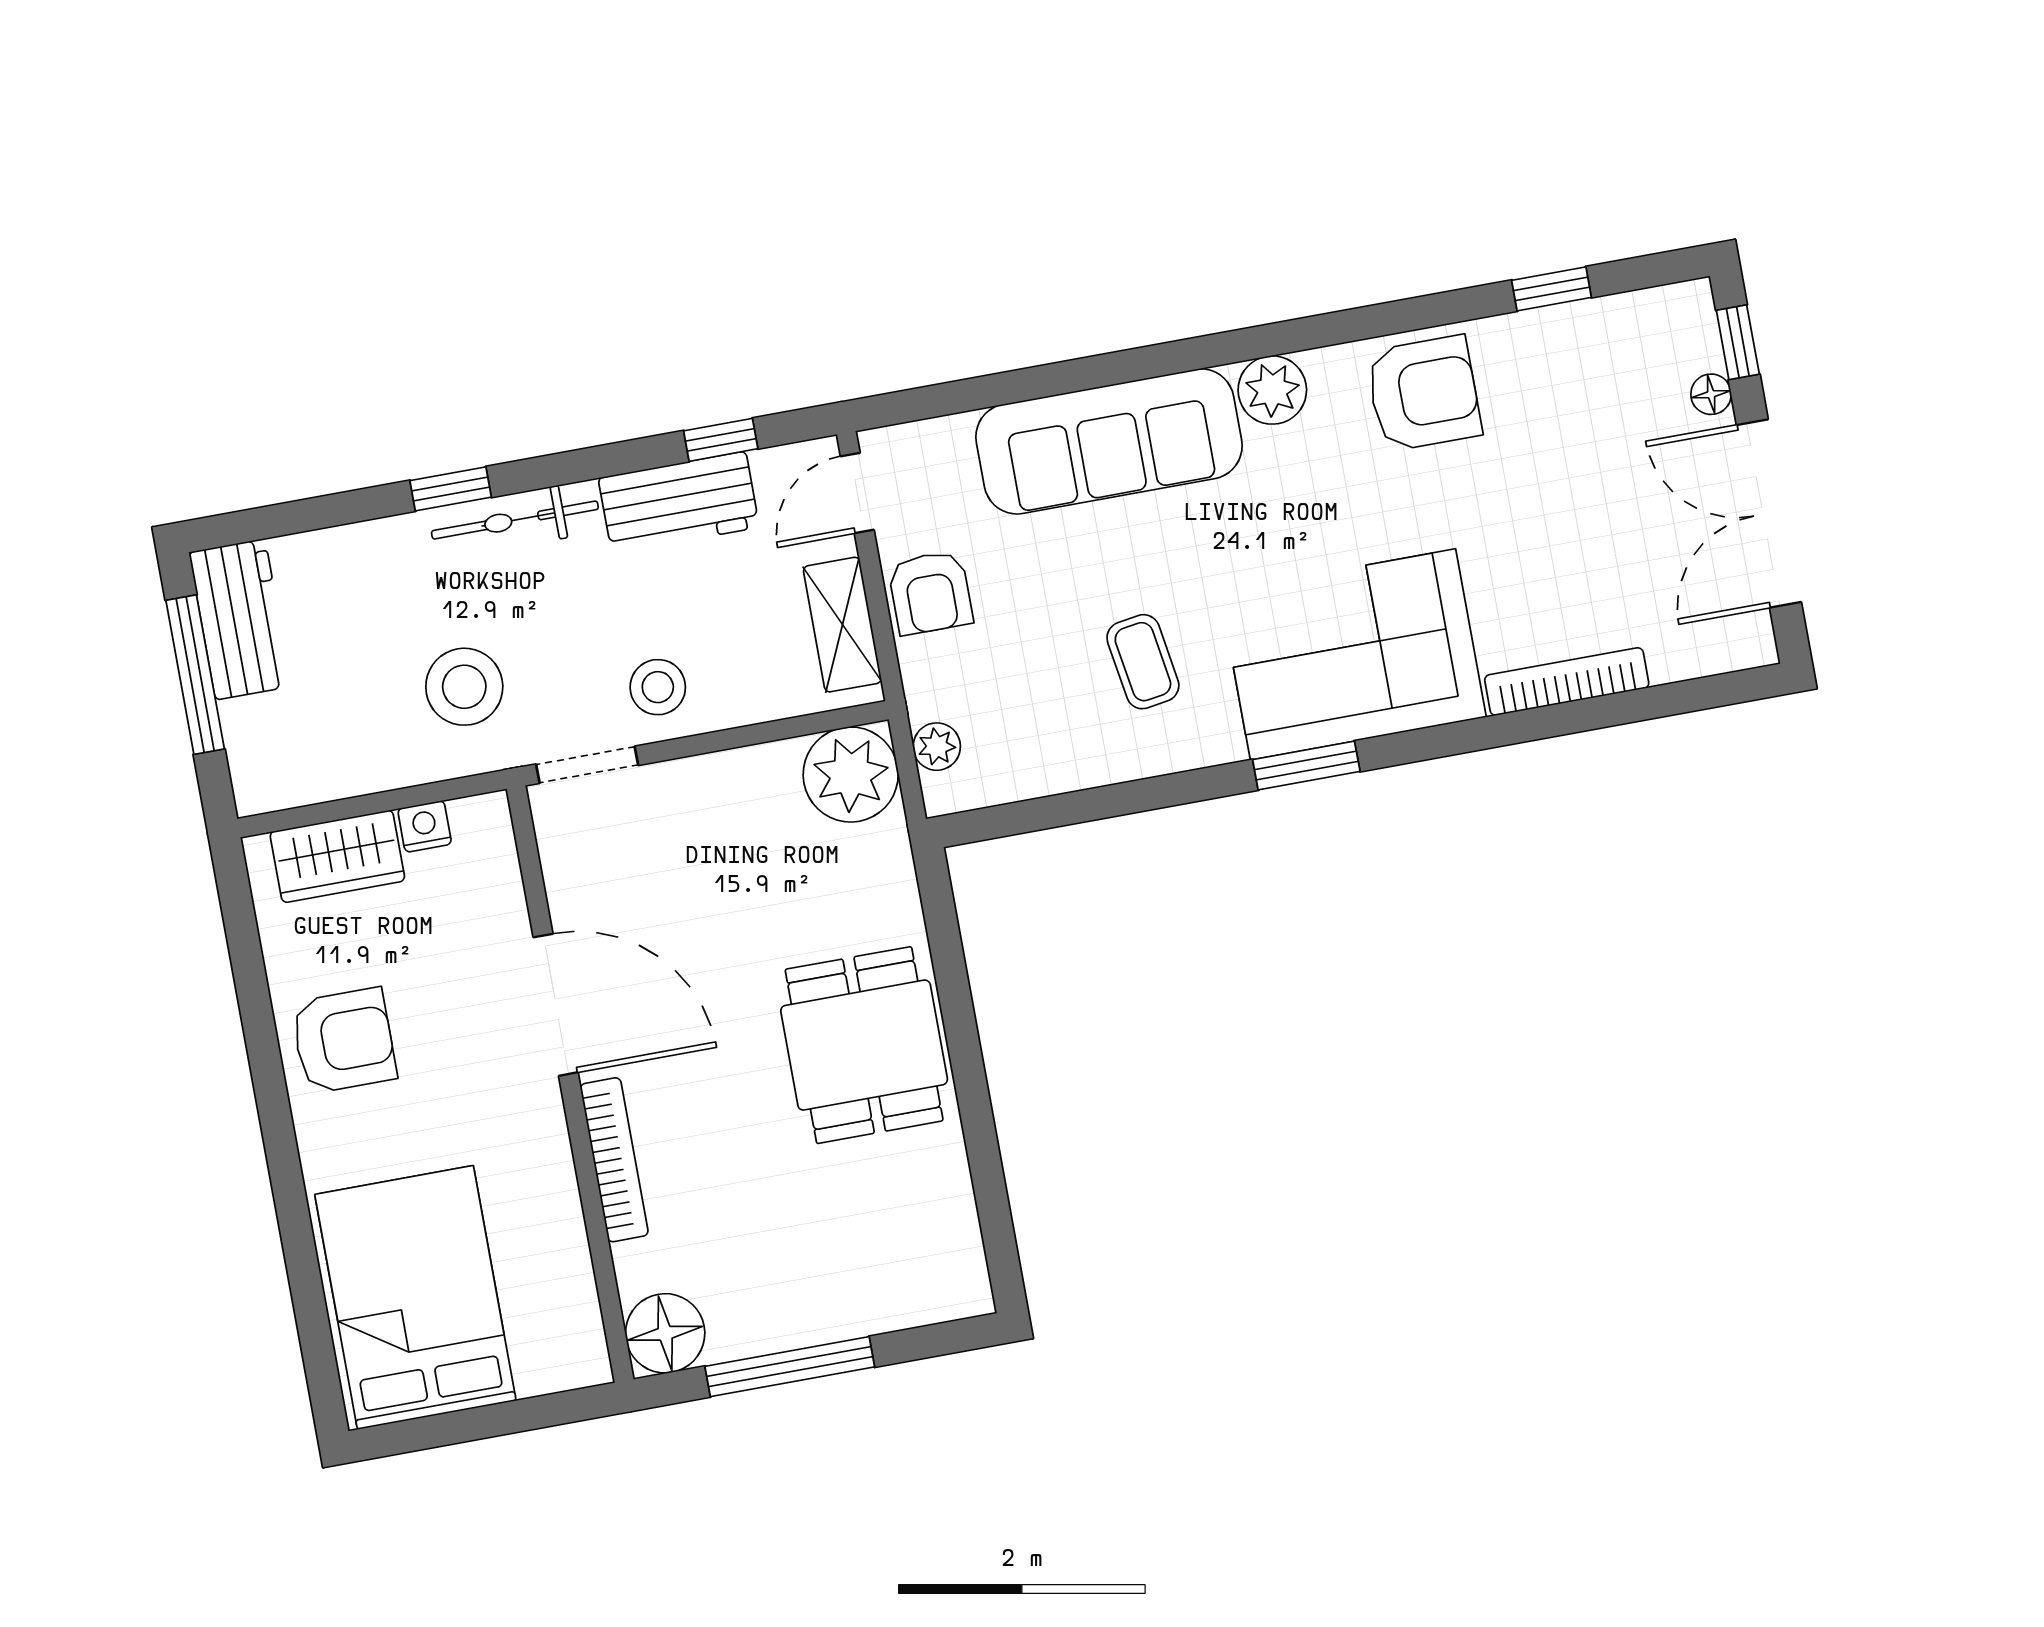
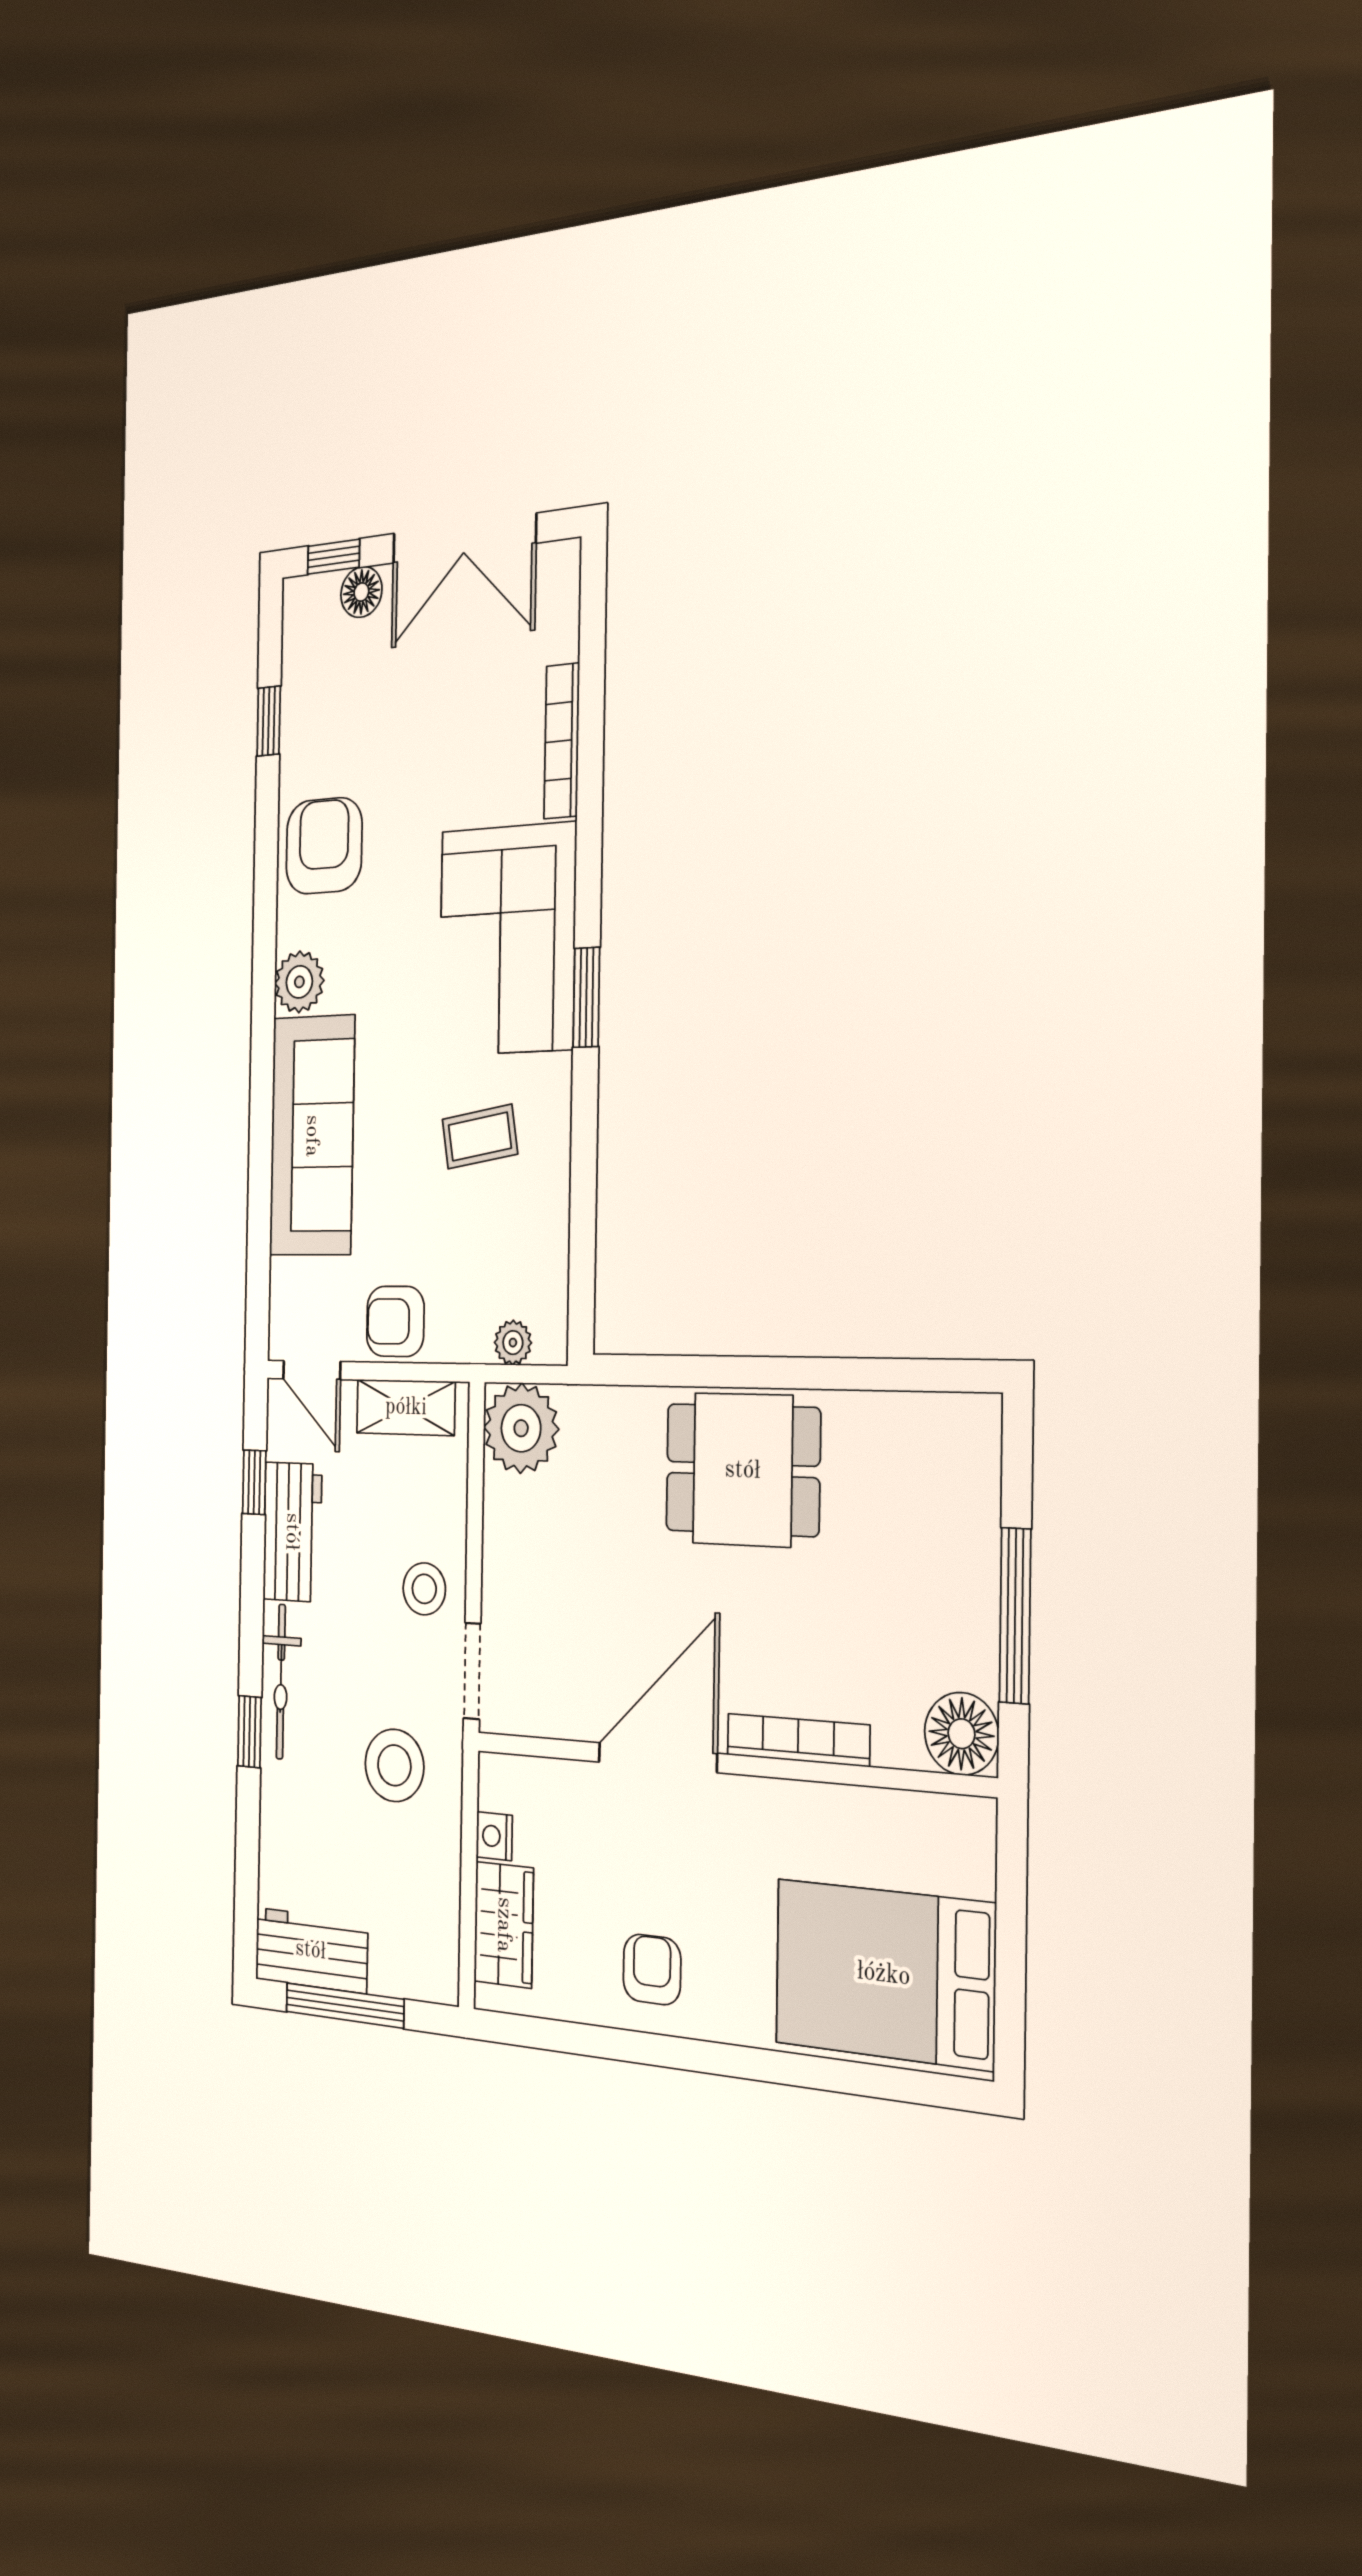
floor lamp: (1711, 394) -> (361, 592), width x1.37, depth x1.37
armchair: (930, 593) -> (395, 1321), turned 180
armchair: (344, 1041) -> (652, 1969), width x0.72, depth x0.72

